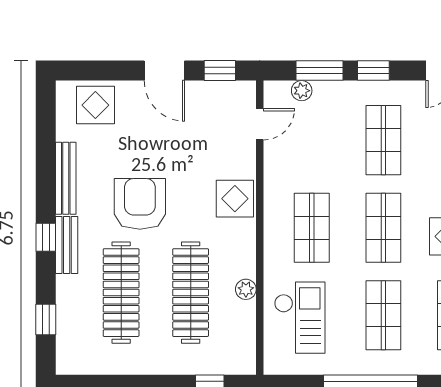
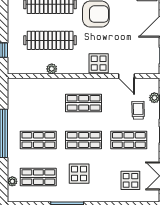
trolley: (326, 122) -> (138, 110), added
door: (260, 124) -> (126, 76), moved
checkout: (300, 318) -> (37, 97), removed

